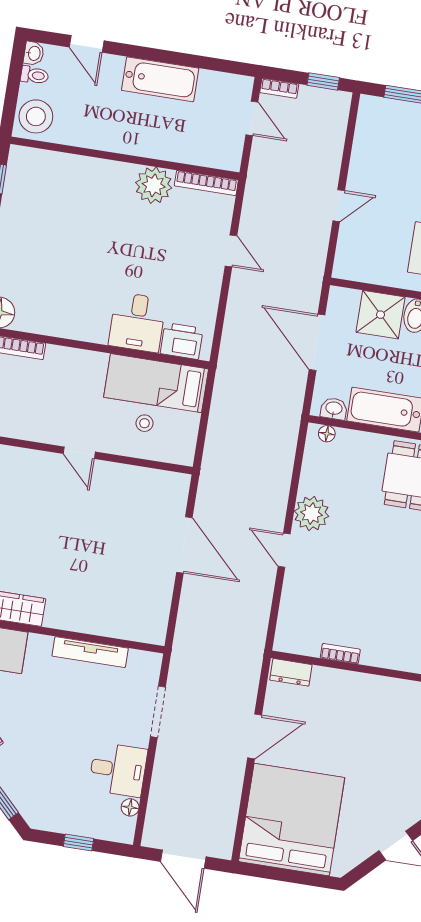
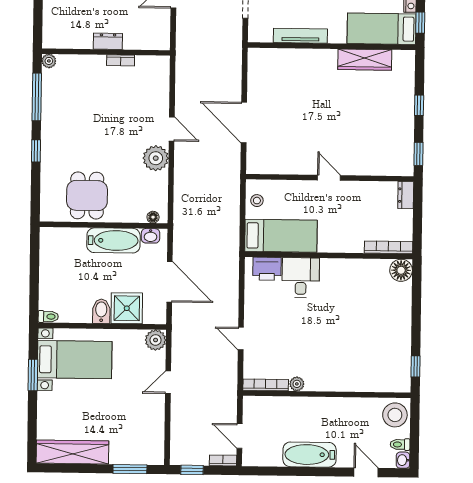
plant: (154, 185) -> (297, 384), width x0.53, depth x0.53
plant: (347, 266) -> (156, 340), added
stool: (144, 423) -> (257, 201), moved
dresser: (291, 672) -> (108, 41), moved

